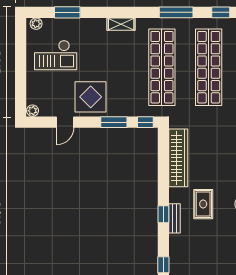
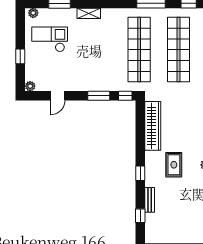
shelving: (121, 24) -> (89, 13), moved
checkout: (56, 55) -> (50, 39), turned 180
window: (21, 75) -> (20, 56), added
display table: (91, 97) -> (79, 75), removed
bench: (174, 218) -> (150, 200), moved

